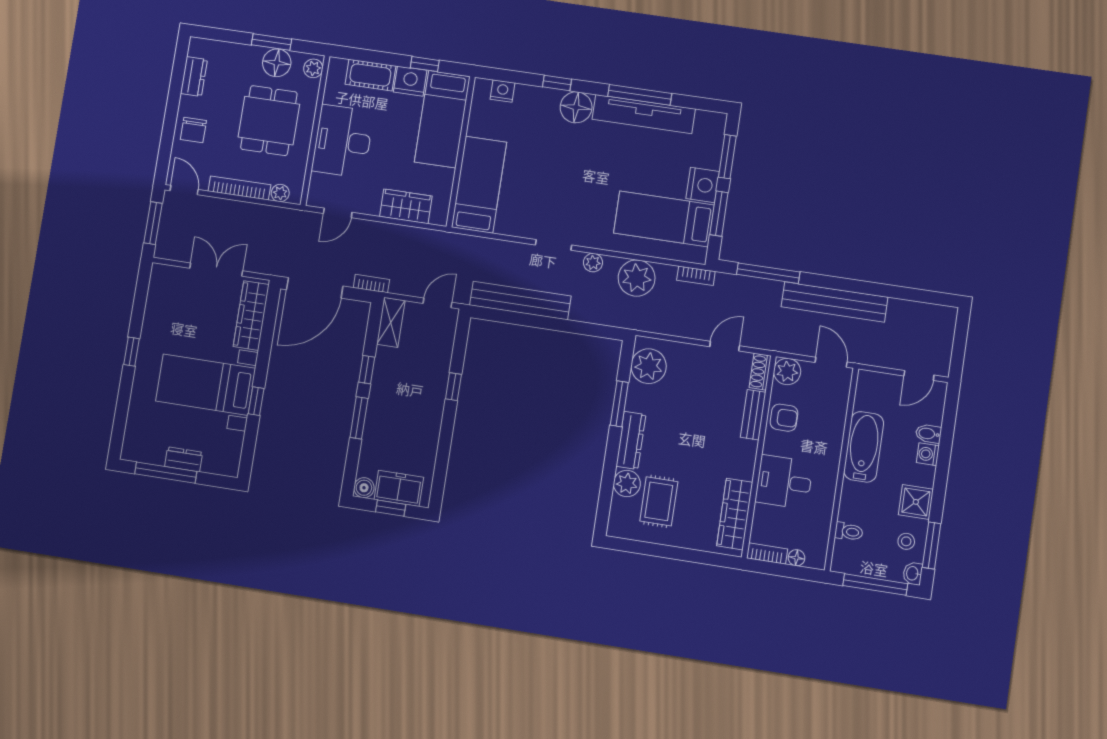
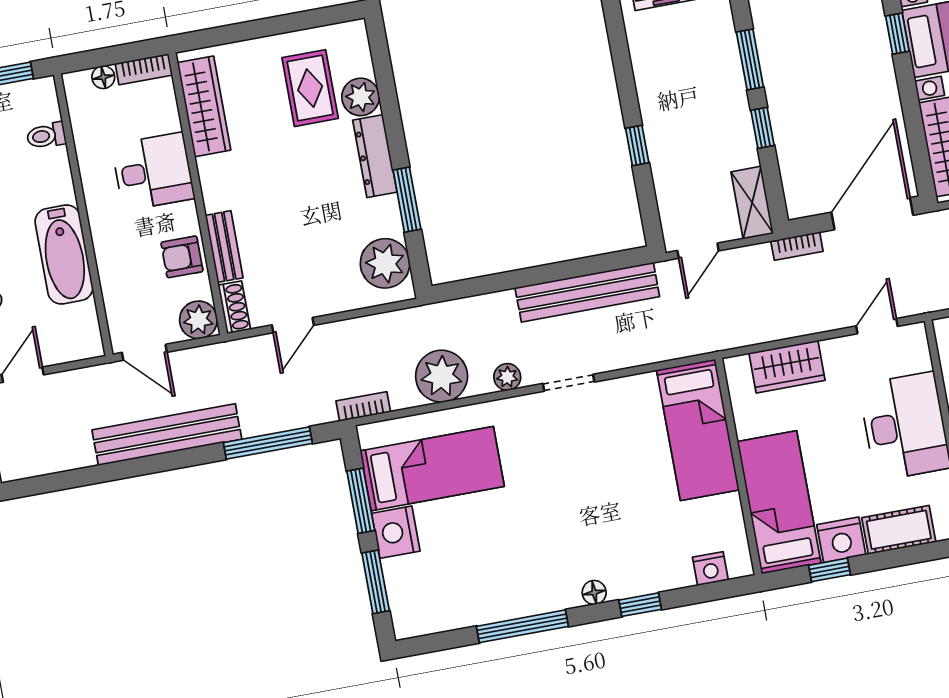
floor lamp: (576, 107) -> (594, 592), width x0.53, depth x0.53
tv unit: (644, 114) -> (508, 602), removed

